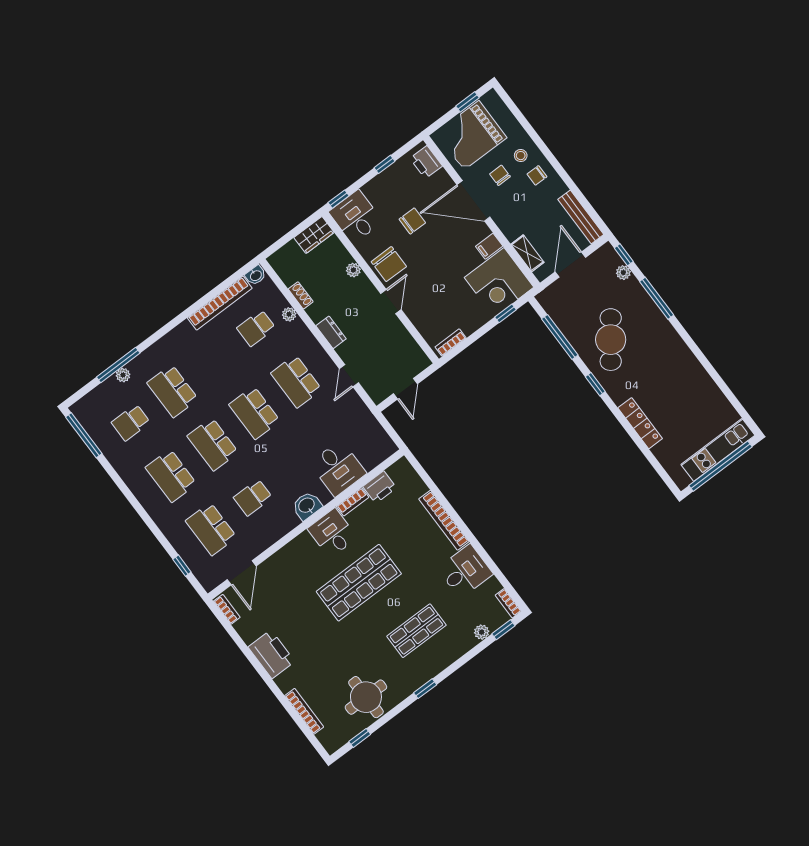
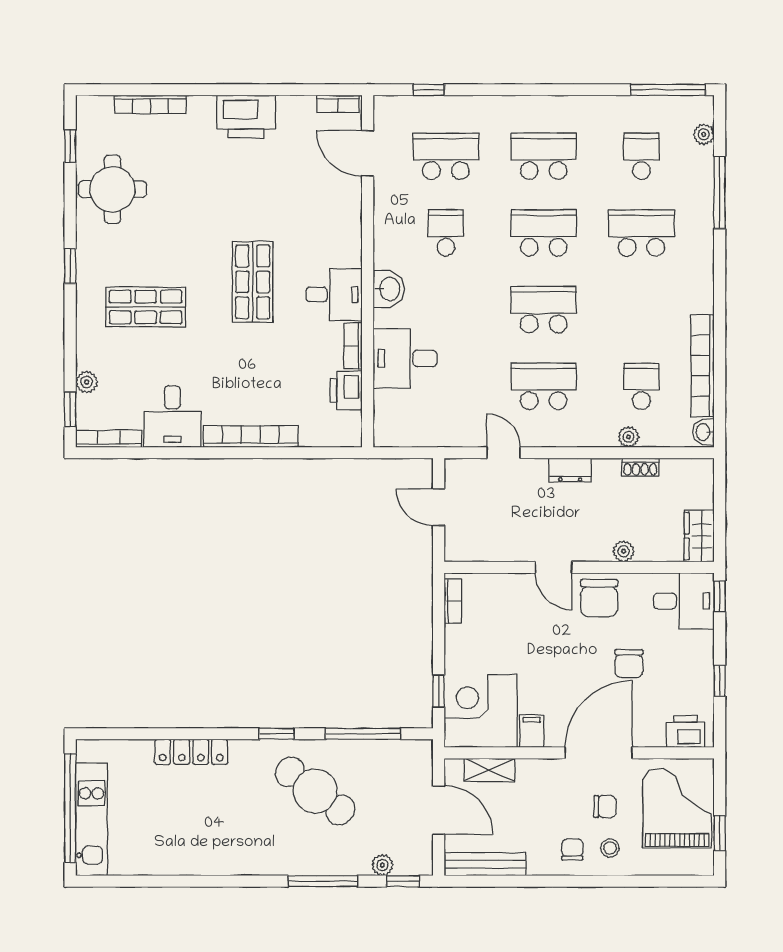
chair: (389, 264) -> (599, 598), turned -90
plant: (123, 375) -> (704, 134), moved
shop shelf: (359, 583) -> (253, 282), width x0.70, depth x0.74
bookcase: (508, 603) -> (109, 439), width x1.56
shop shelf: (417, 631) -> (146, 307), turned 90

